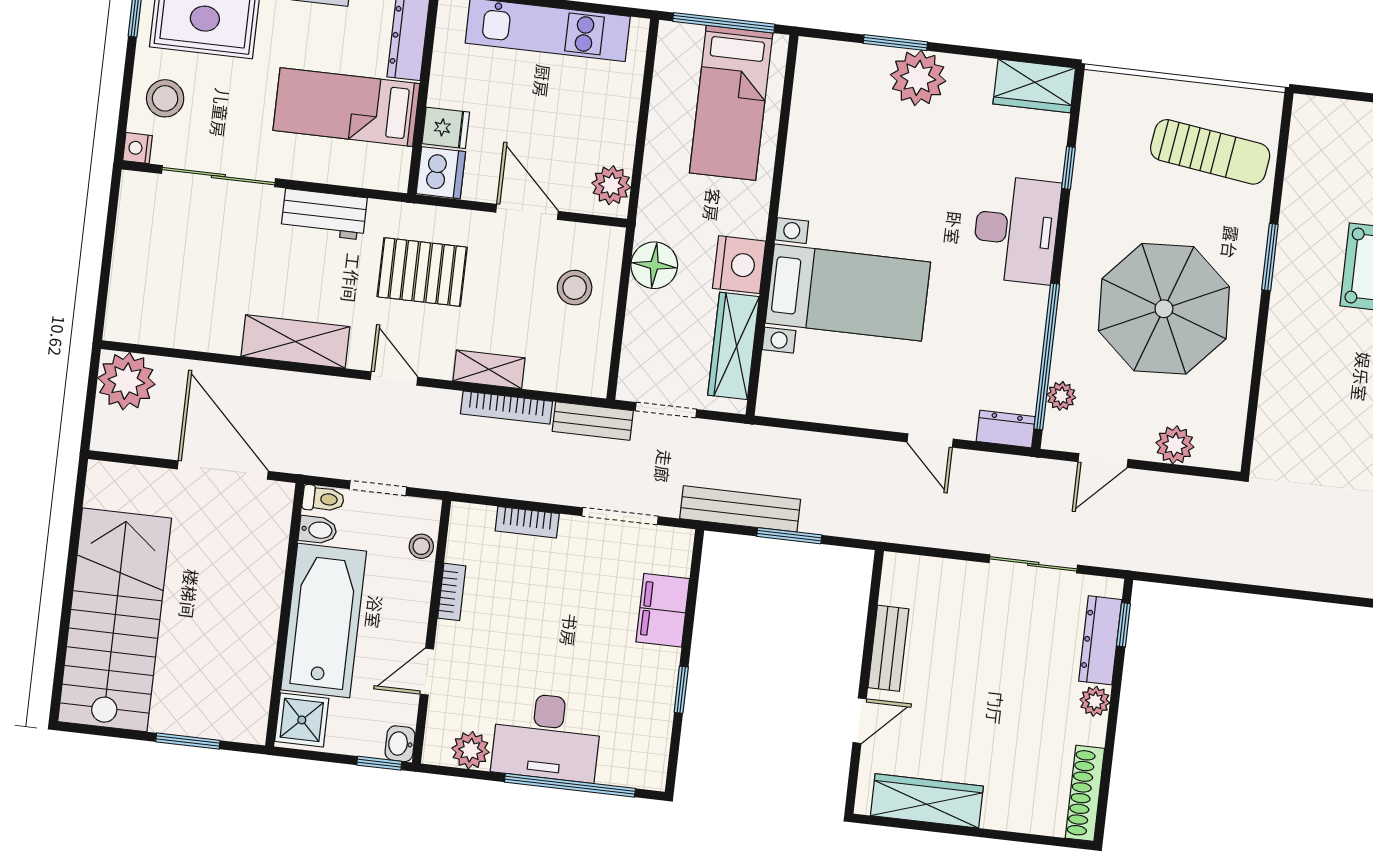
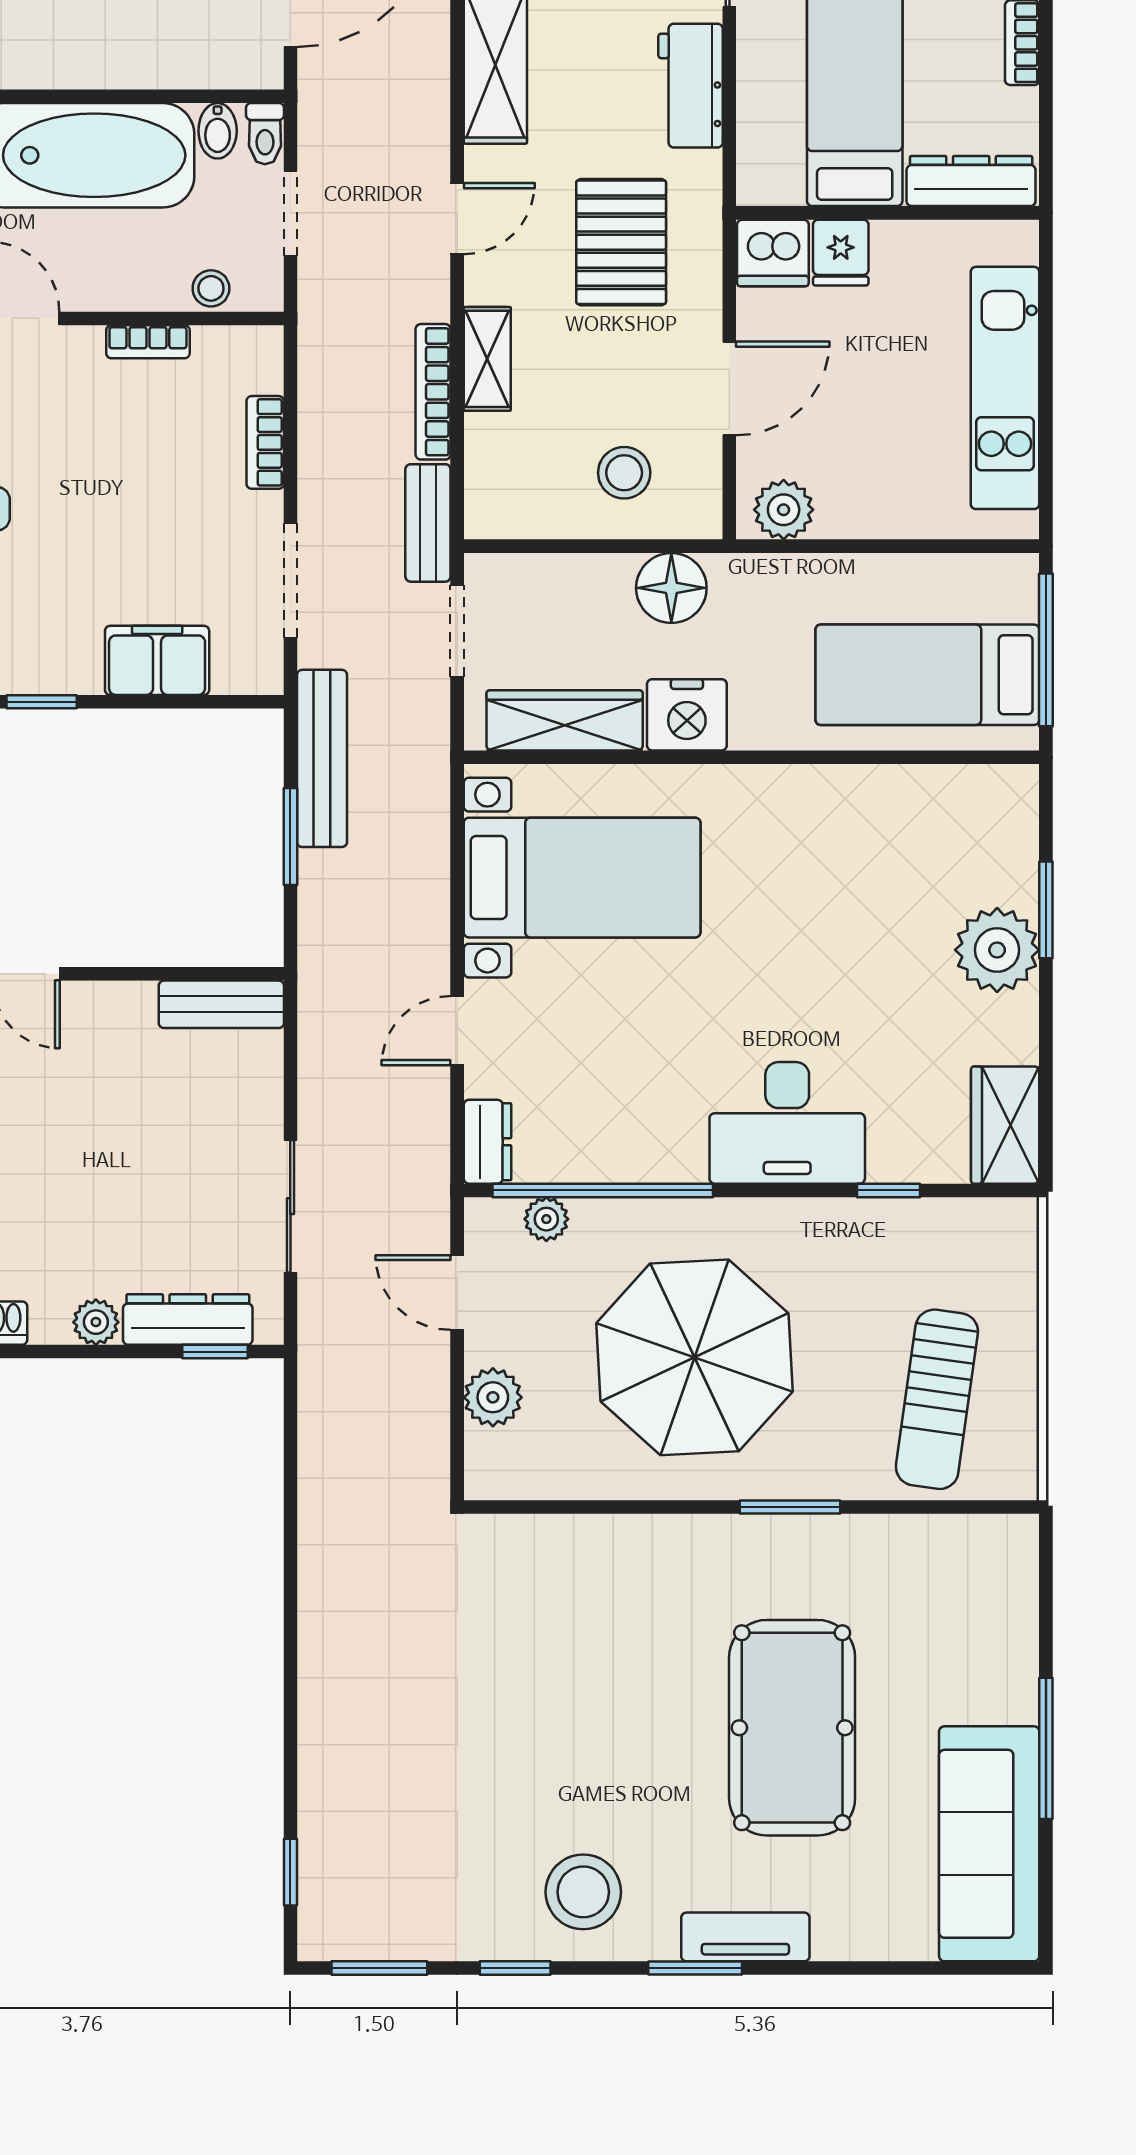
bed with nightstands: (848, 293) -> (582, 878), moved, turned -90
bench: (888, 648) -> (221, 1004), moved

